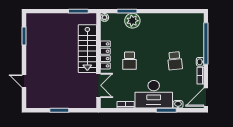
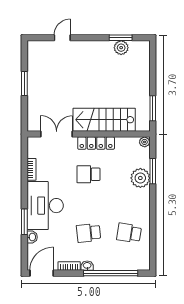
school desk: (175, 29) -> (129, 233), added
plant: (32, 36) -> (121, 48), added
double door: (98, 85) -> (57, 134), swing flipped
door: (206, 97) -> (42, 273), hinge flipped

